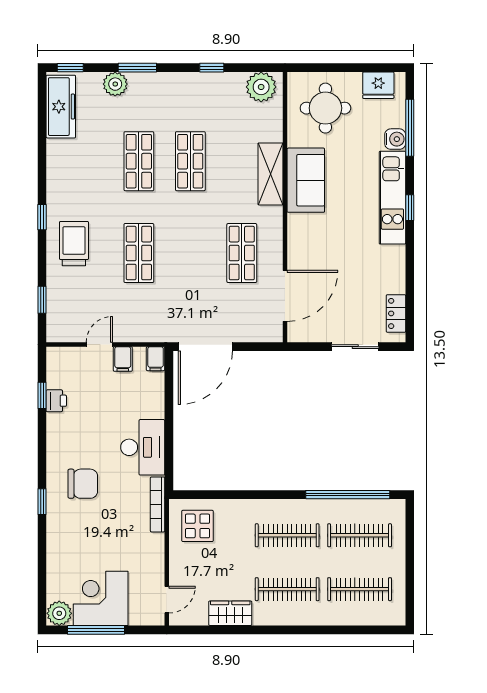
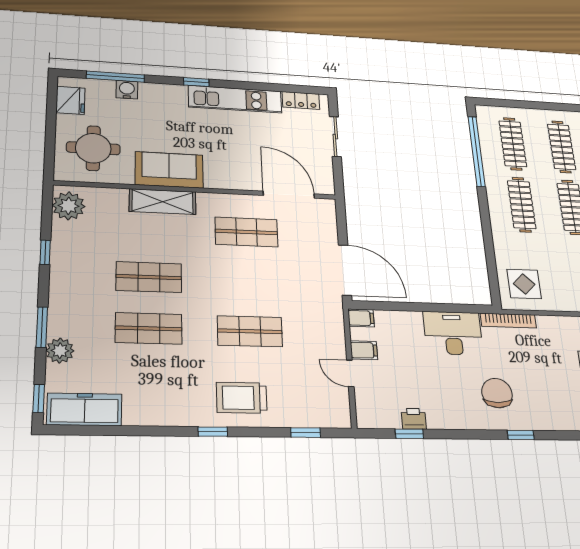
kitchen unit: (392, 198) -> (235, 99), moved

